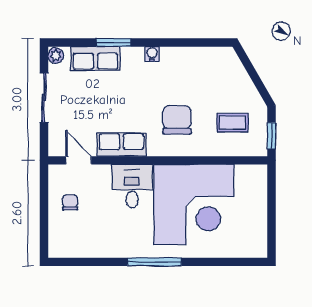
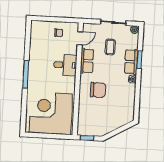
row of seats: (95, 58) -> (131, 62), moved
coffee table: (232, 123) -> (110, 47), moved
corner desk: (194, 204) -> (51, 113), moved, turned 90

